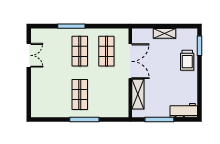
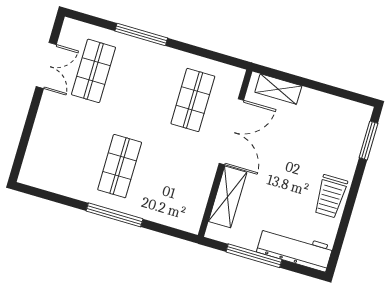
shelving: (164, 33) -> (278, 89), moved
shop shelf: (80, 51) -> (94, 71), moved
trolley: (187, 60) -> (330, 196), moved
workbench: (184, 110) -> (295, 249), width x1.38

